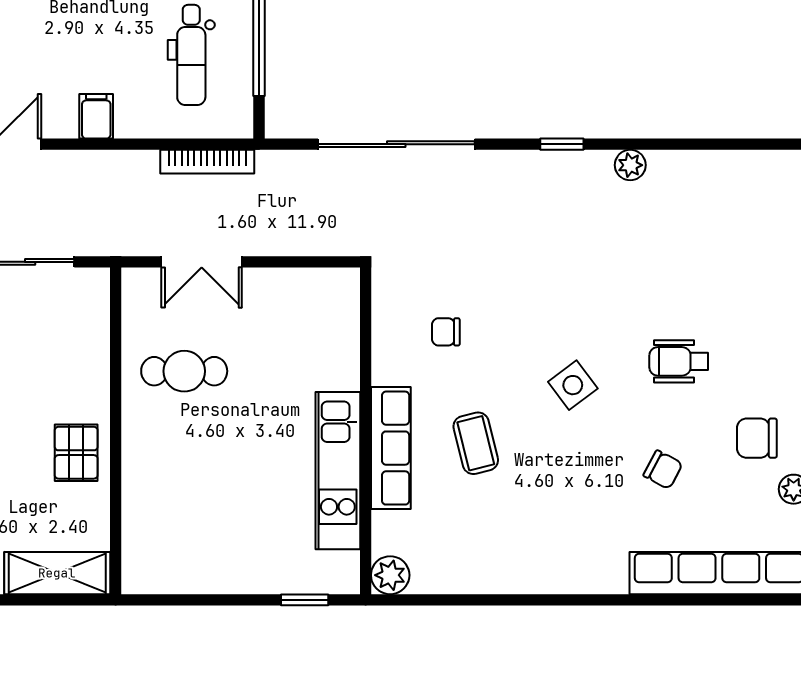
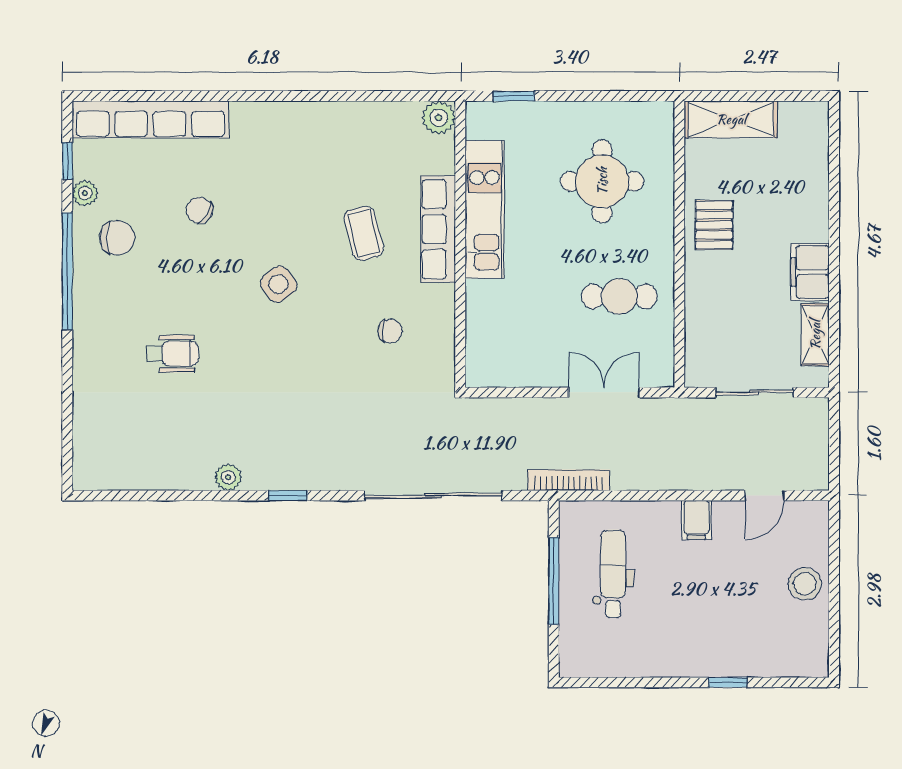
bookcase: (207, 162) -> (569, 480), moved
wheelchair: (679, 361) -> (173, 354), moved
round table: (204, 503) -> (602, 181), added

